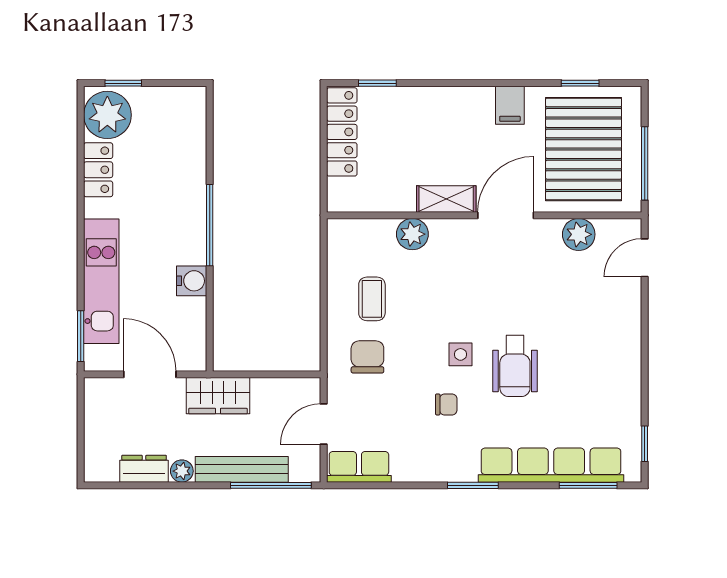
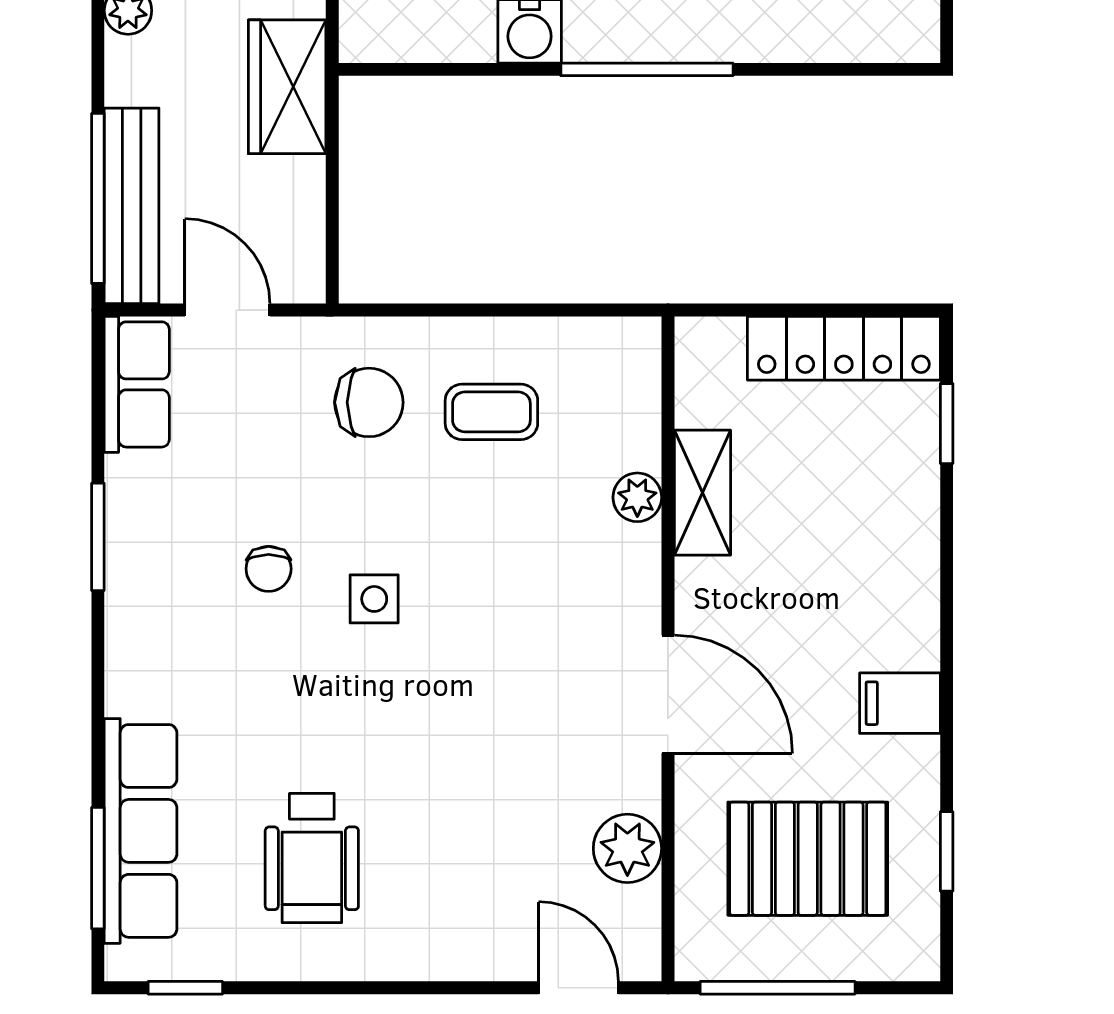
pallet: (584, 149) -> (808, 859), width x0.73, depth x0.71
shelving: (446, 199) -> (702, 493), moved
plant: (412, 234) -> (637, 497), width x0.73, depth x0.73
wheelchair: (515, 366) -> (312, 858), moved, turned -90
row of seats: (551, 465) -> (141, 831), width x0.73
bench: (242, 469) -> (132, 206), moved
window: (473, 485) -> (98, 537), moved

